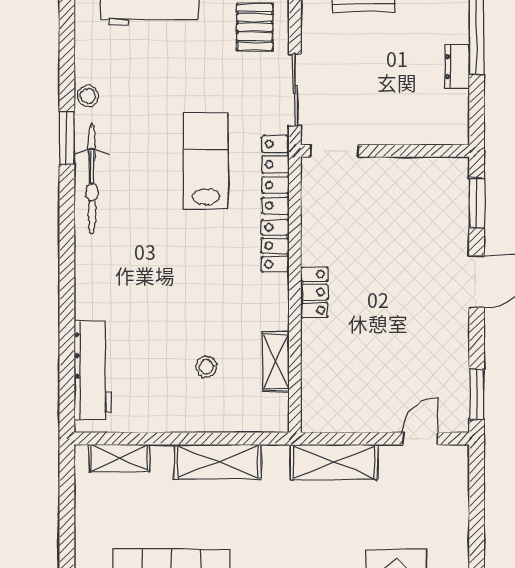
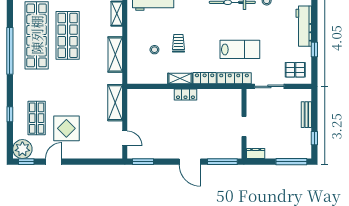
dresser: (457, 67) -> (256, 154), moved
doorway: (334, 151) -> (244, 127), moved
window: (477, 203) -> (222, 162), width x1.44
trolley: (191, 309) -> (178, 43), added
shelving: (276, 361) -> (180, 79), moved

